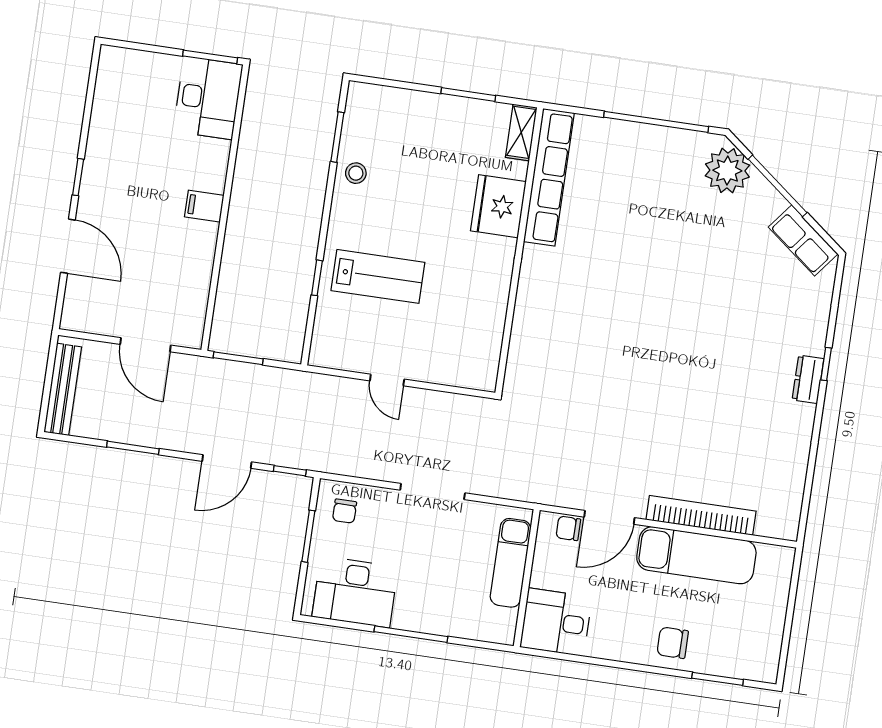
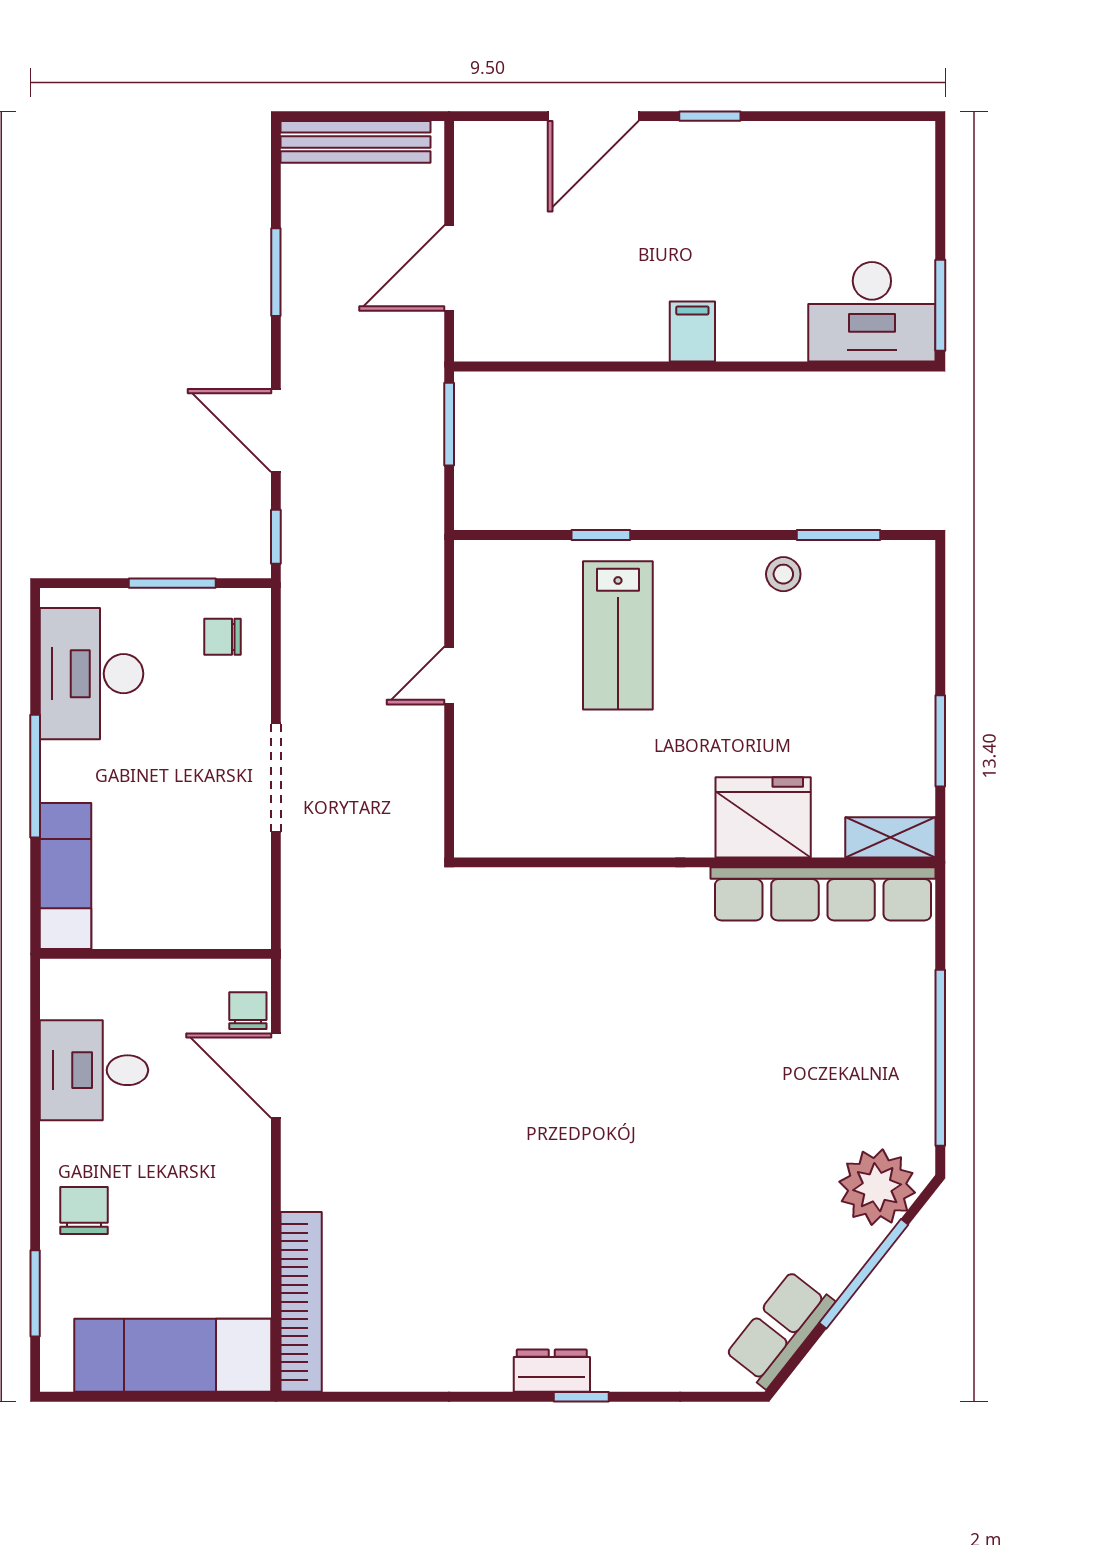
bookcase: (701, 515) -> (301, 1302), moved
exam couch: (696, 555) -> (173, 1355), moved, turned 90
exam couch: (511, 563) -> (66, 876), moved, turned 90
desk: (556, 622) -> (94, 1070), moved, turned -90

